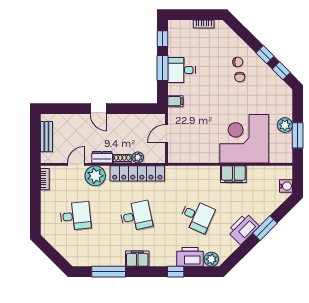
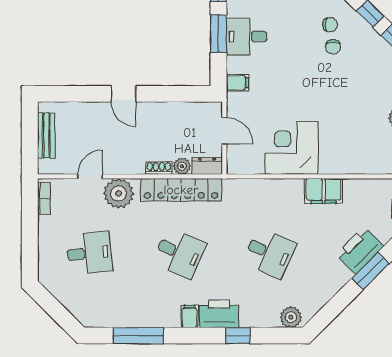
door: (166, 134) -> (224, 131), swing flipped
corner desk: (244, 139) -> (292, 148), moved, width x0.74, depth x0.74
dresser: (102, 157) -> (207, 166), moved
desk: (136, 216) -> (179, 253), turned 36
printer: (243, 229) -> (360, 250), moved
printer: (190, 257) -> (219, 314), moved
filing cabinet: (137, 259) -> (189, 316), width x0.50

